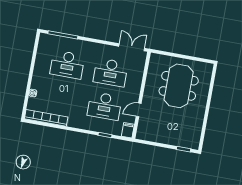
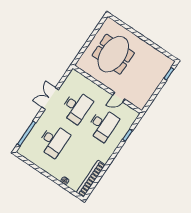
double door: (132, 47) -> (50, 98), moved
meeting table: (179, 86) -> (113, 54), turned 90
door: (139, 110) -> (119, 97), hinge flipped
filing cabinet: (128, 130) -> (132, 114), removed

